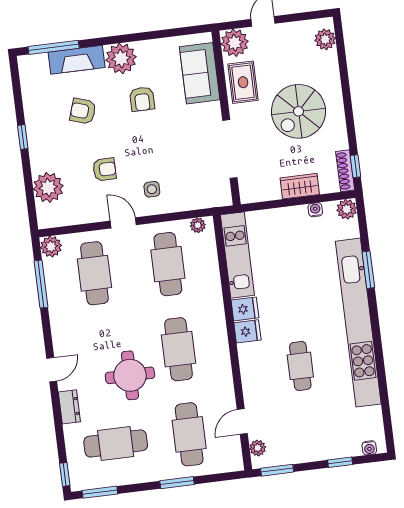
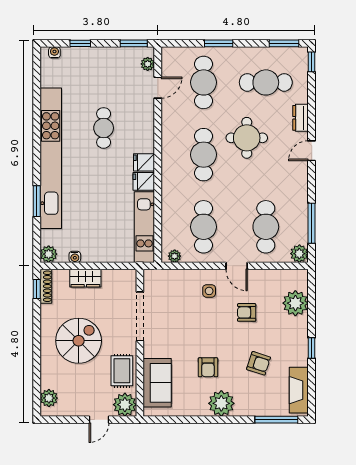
fireplace: (77, 60) -> (299, 390), moved, turned -90
armchair: (142, 99) -> (208, 367), turned 180

